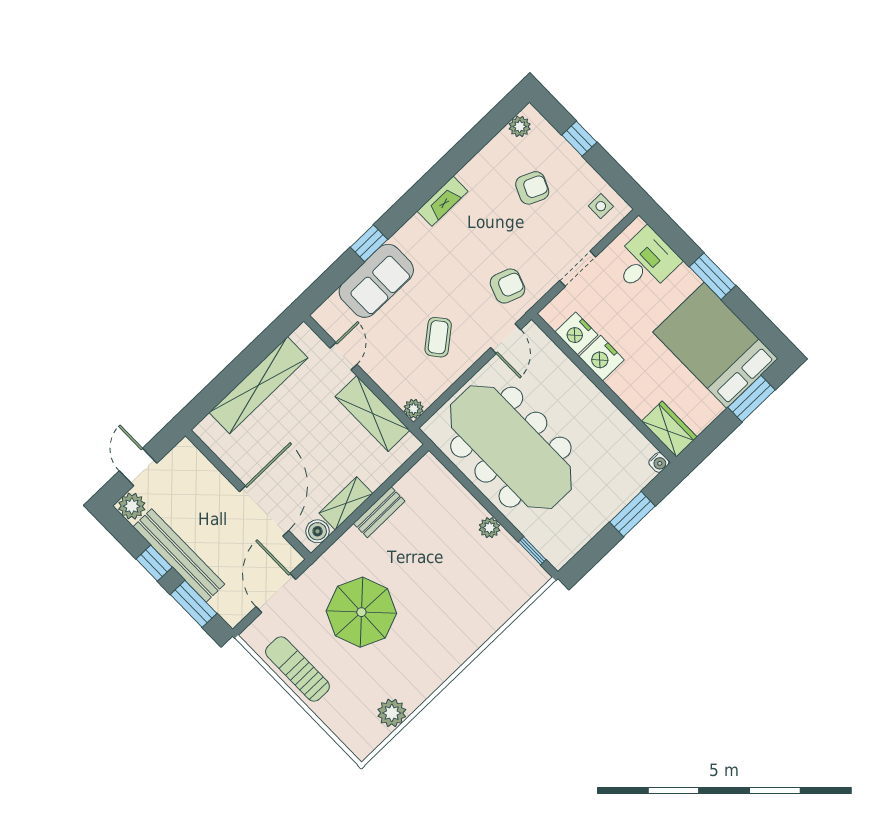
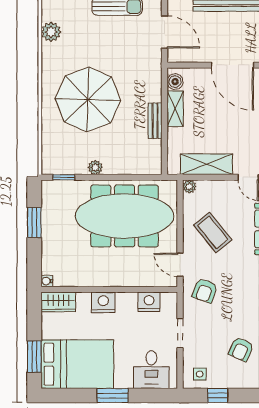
window: (579, 139) -> (218, 395), moved
coffee table: (438, 337) -> (213, 232), width x1.36, depth x1.30
nightstand: (602, 358) -> (103, 302), moved
door: (264, 511) -> (232, 65), moved
window: (632, 514) -> (34, 222), moved
parasol: (361, 612) -> (88, 99), moved, width x1.36, depth x1.36

